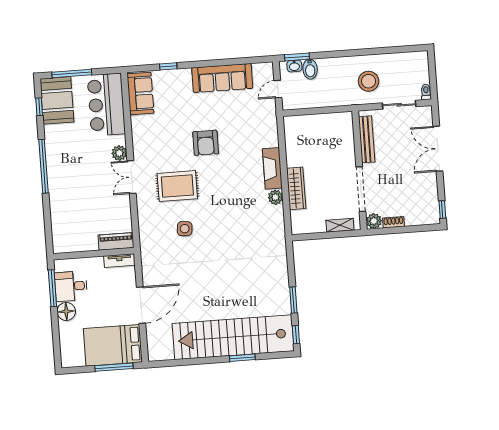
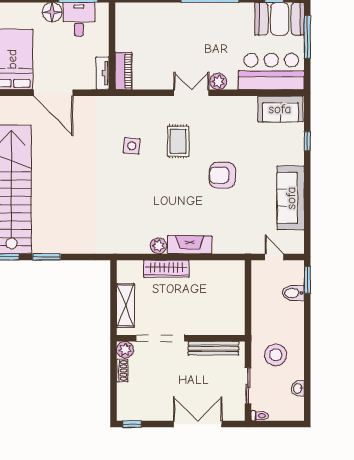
washbasin: (294, 66) -> (298, 388), moved
rug: (177, 186) -> (178, 141), width x0.73, depth x0.70
shelving: (340, 225) -> (126, 306), width x1.50, depth x1.33

